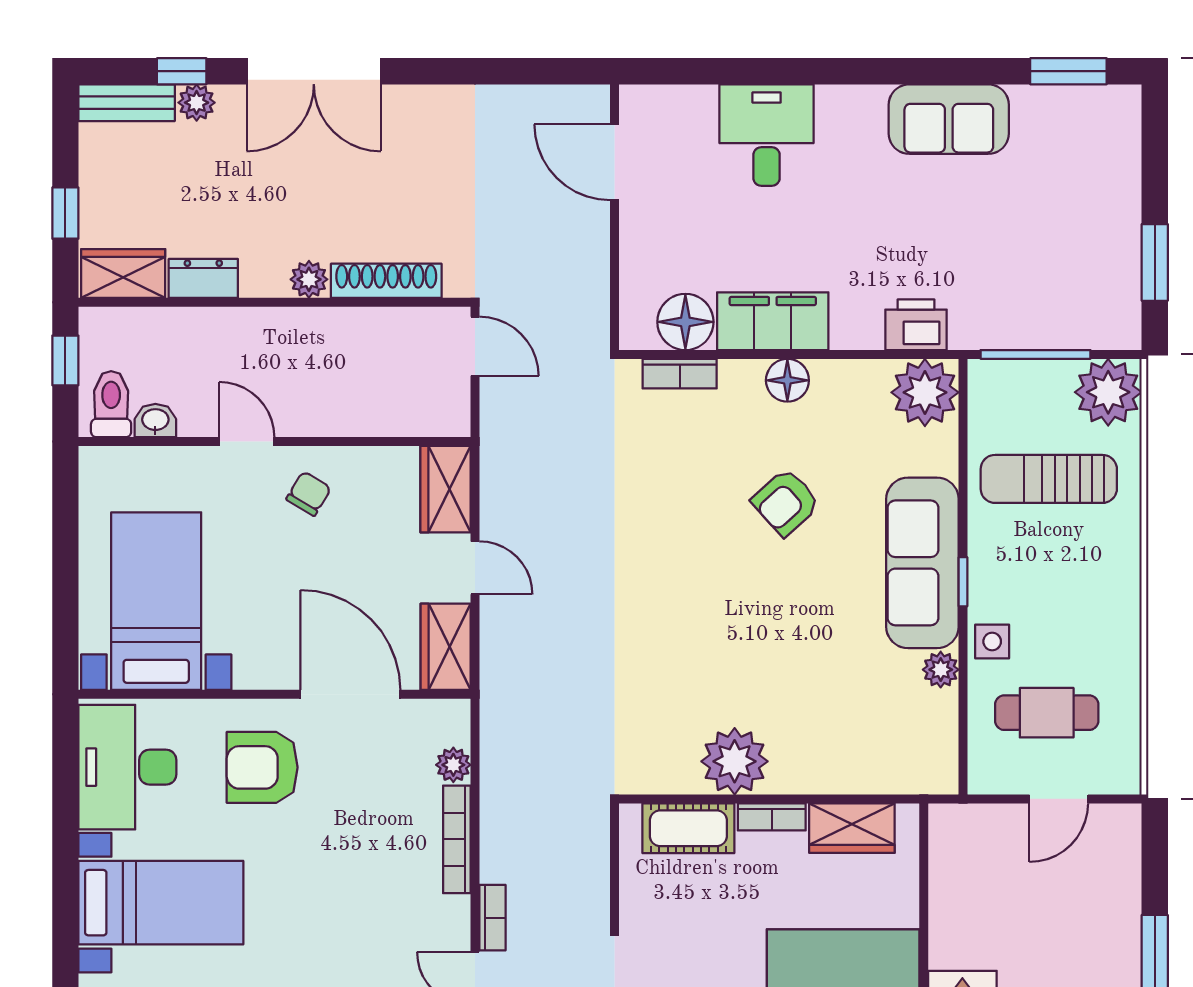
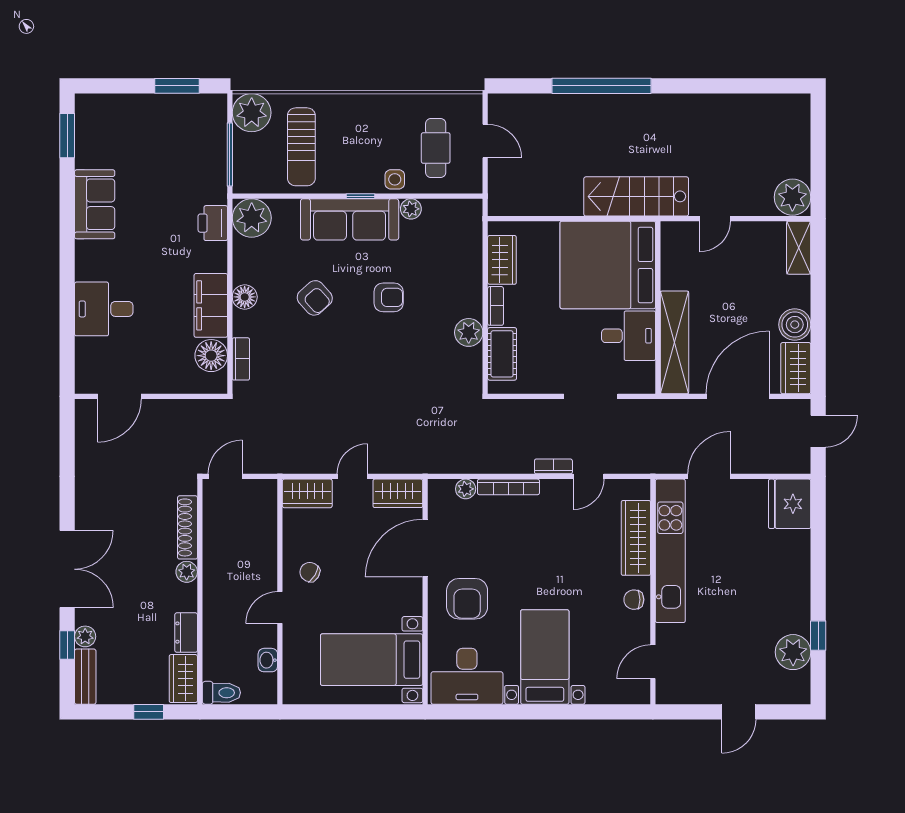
window: (65, 360) -> (233, 712), removed
toilet: (111, 404) -> (221, 693), moved, turned 180
armchair: (787, 631) -> (389, 297), added
plant: (735, 761) -> (469, 332), width x0.73, depth x0.73

